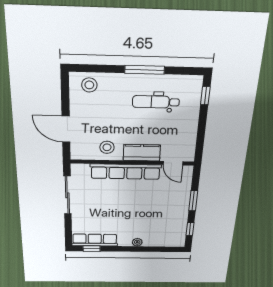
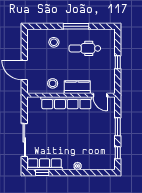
stool: (89, 85) -> (54, 42), moved
window: (205, 96) -> (118, 62), moved
sliding door: (67, 195) -> (24, 140), moved

